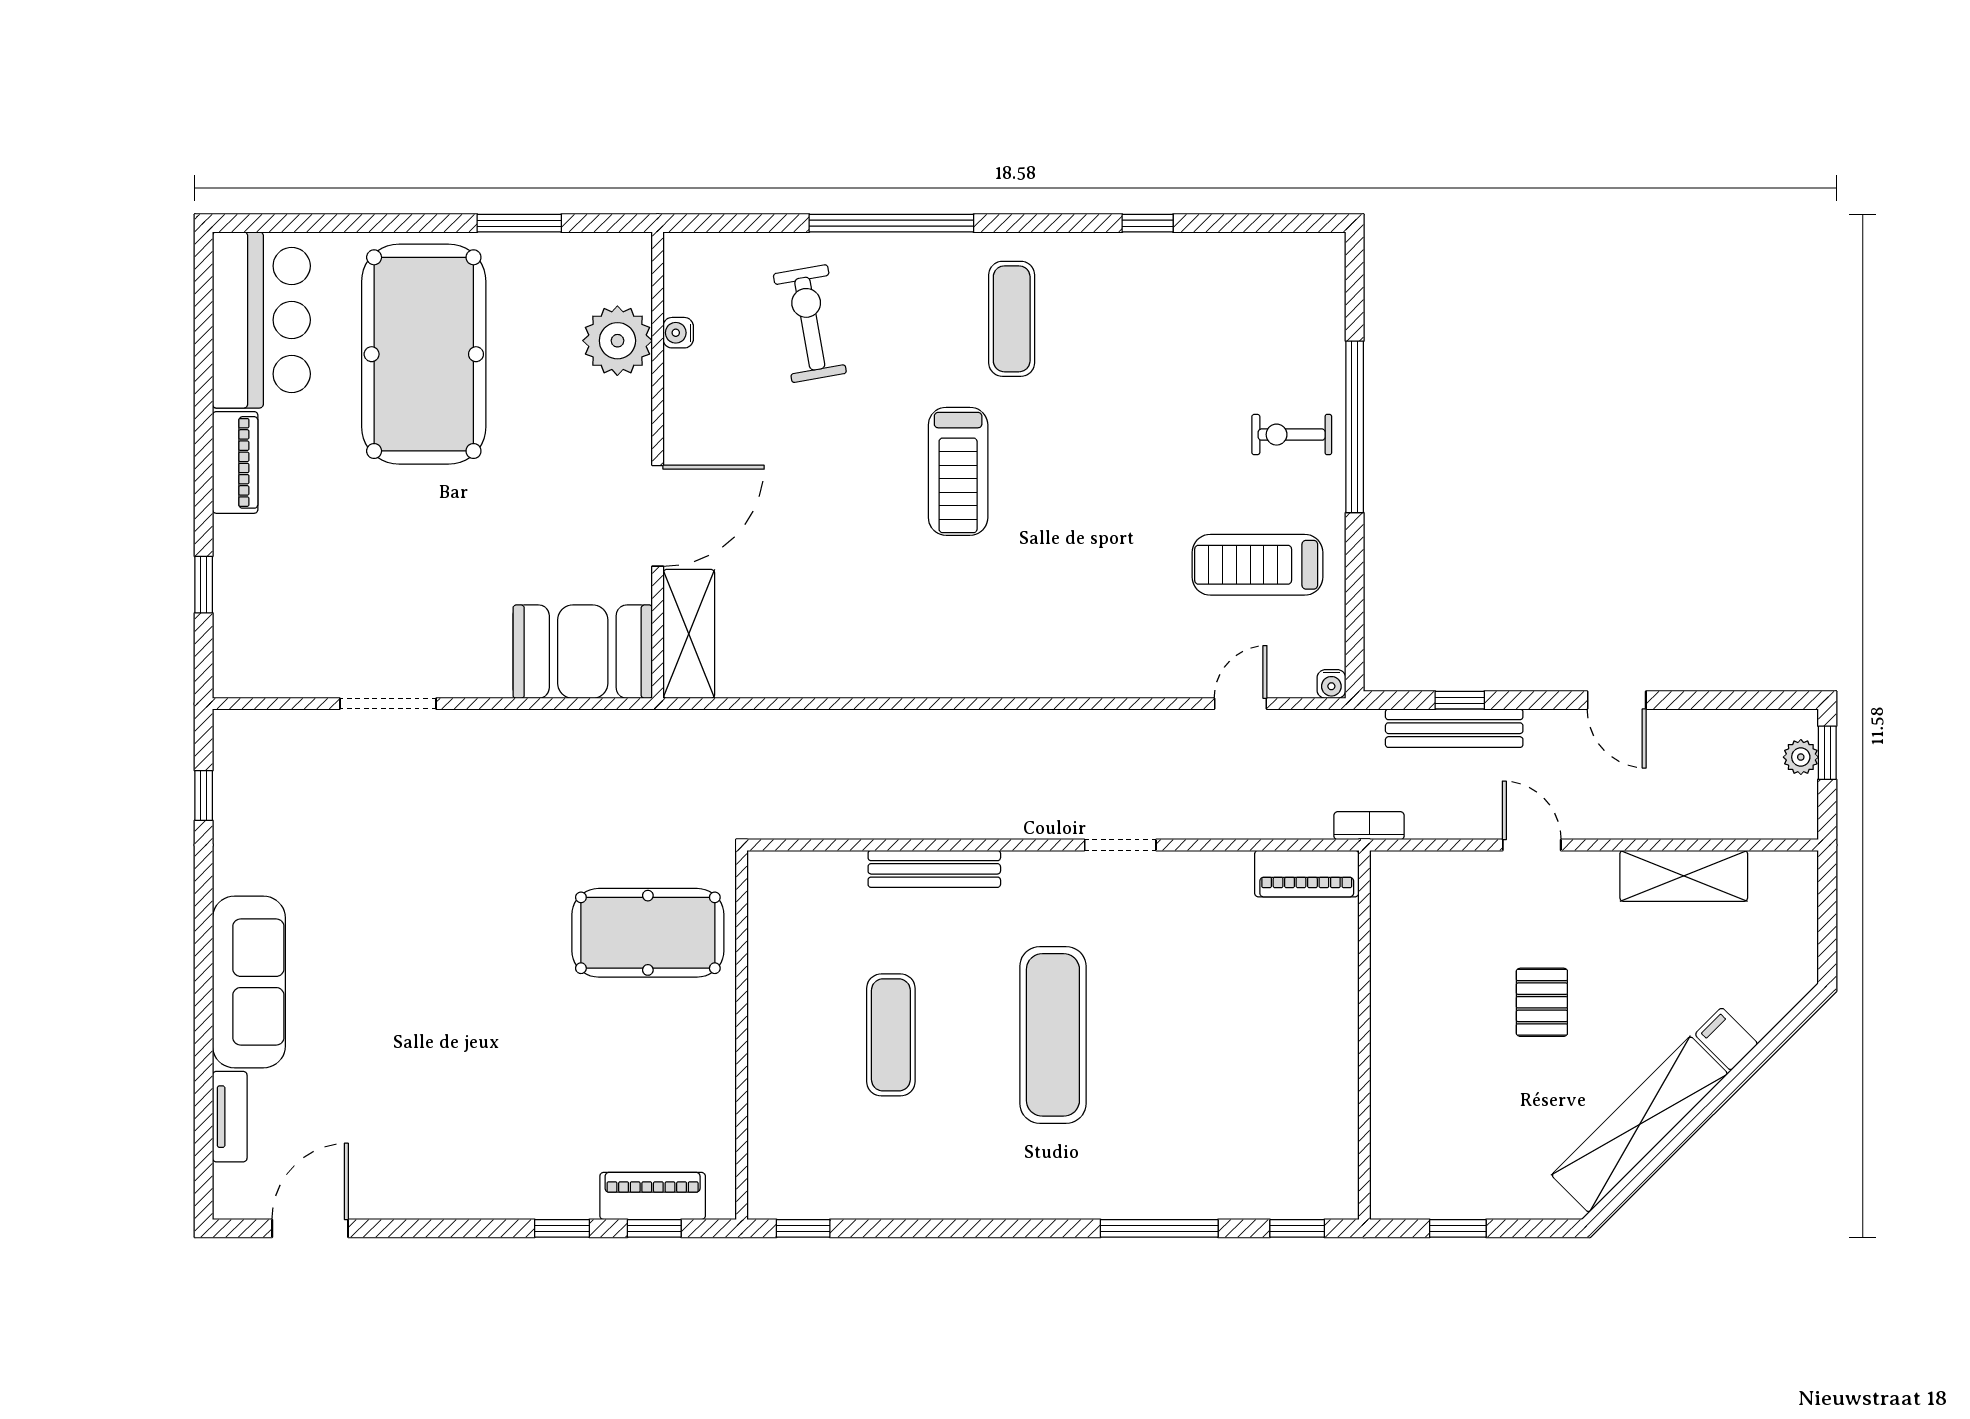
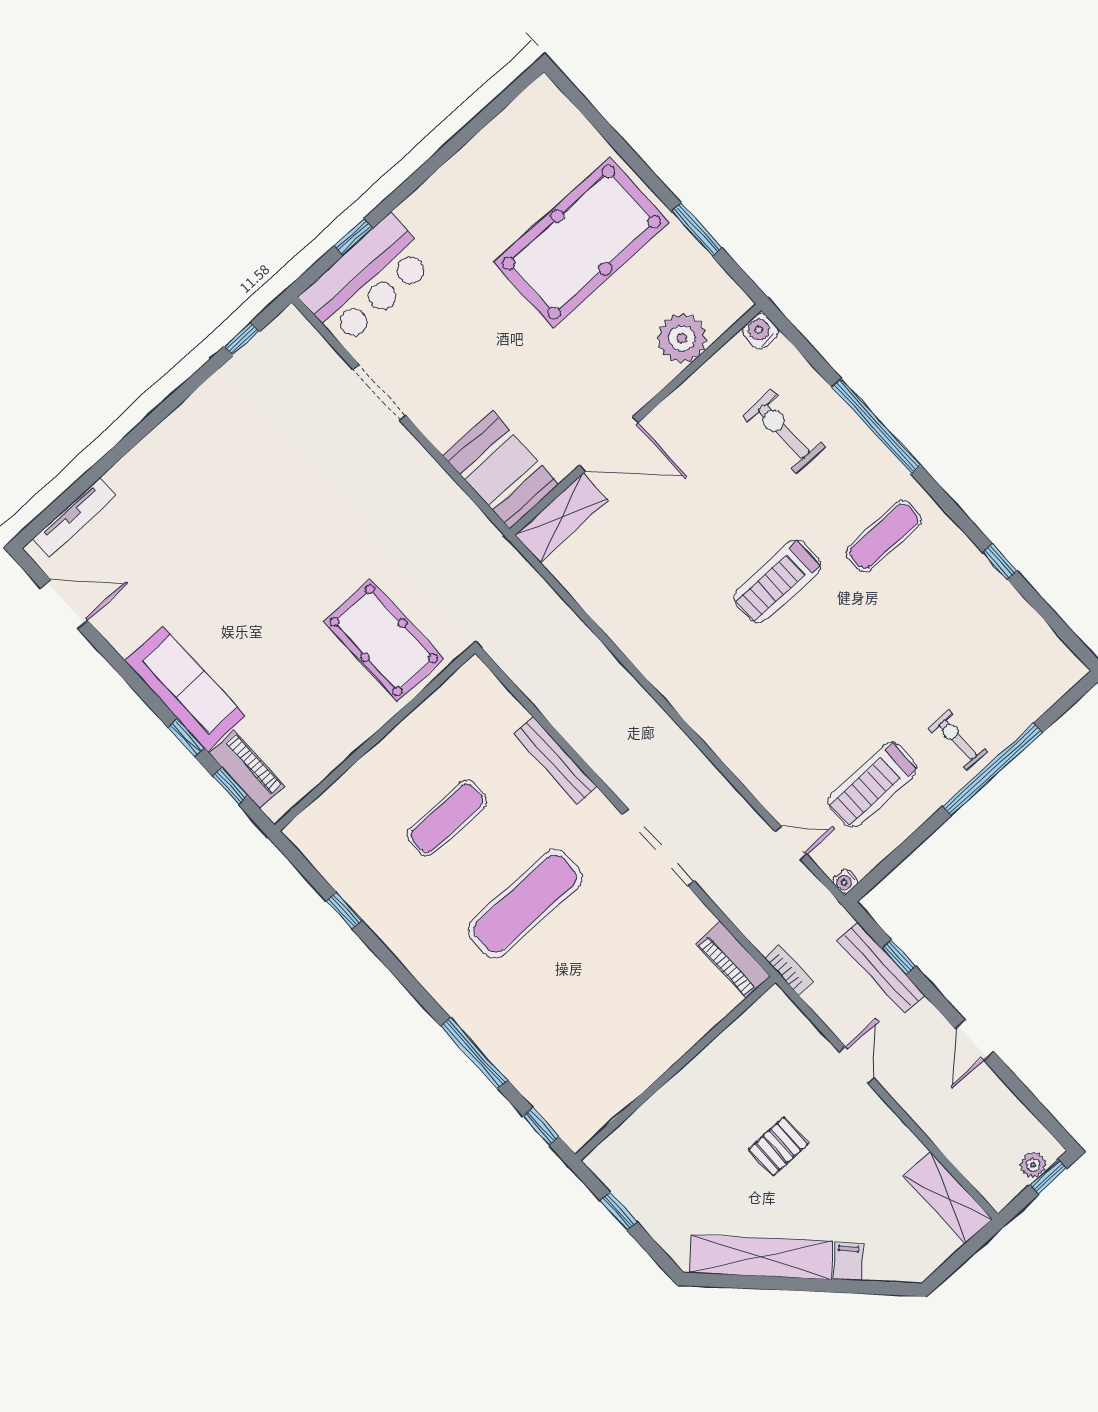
bar counter: (261, 320) -> (368, 280), moved
exercise bike: (810, 324) -> (784, 432), turned -80
water cooler: (678, 333) -> (760, 331), moved, width x1.38, depth x1.38
piano: (235, 462) -> (433, 195), removed
treadmill: (1258, 565) -> (873, 785), turned -90
doorway: (1120, 845) -> (658, 848), width x1.88
shelving: (1684, 876) -> (948, 1198), moved
sofa: (249, 982) -> (185, 688), moved, turned -90
tv unit: (230, 1117) -> (75, 517), width x1.41
window: (803, 1228) -> (344, 911), moved

